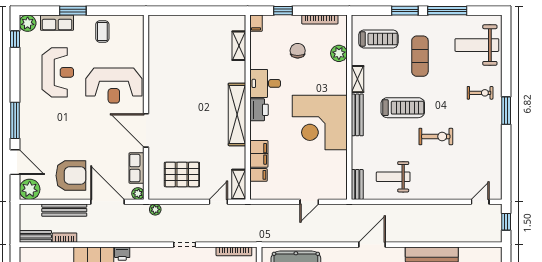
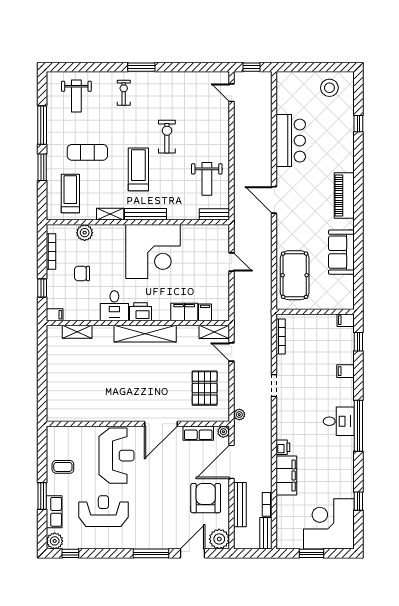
weight bench: (477, 45) -> (76, 96), width x0.73, depth x0.75

